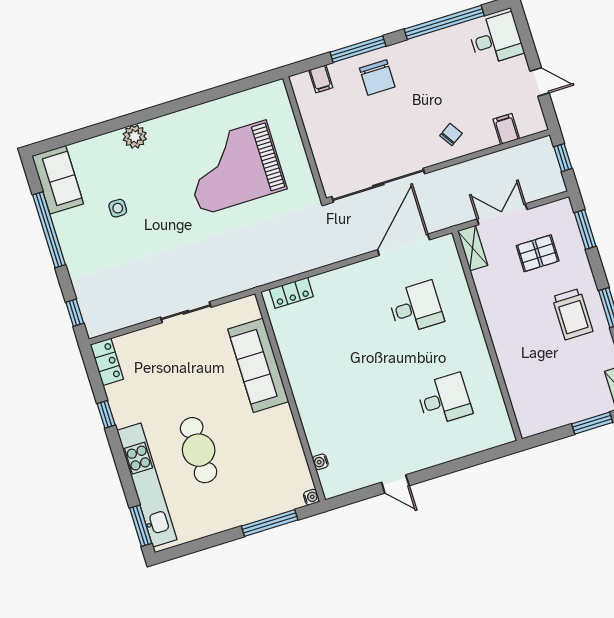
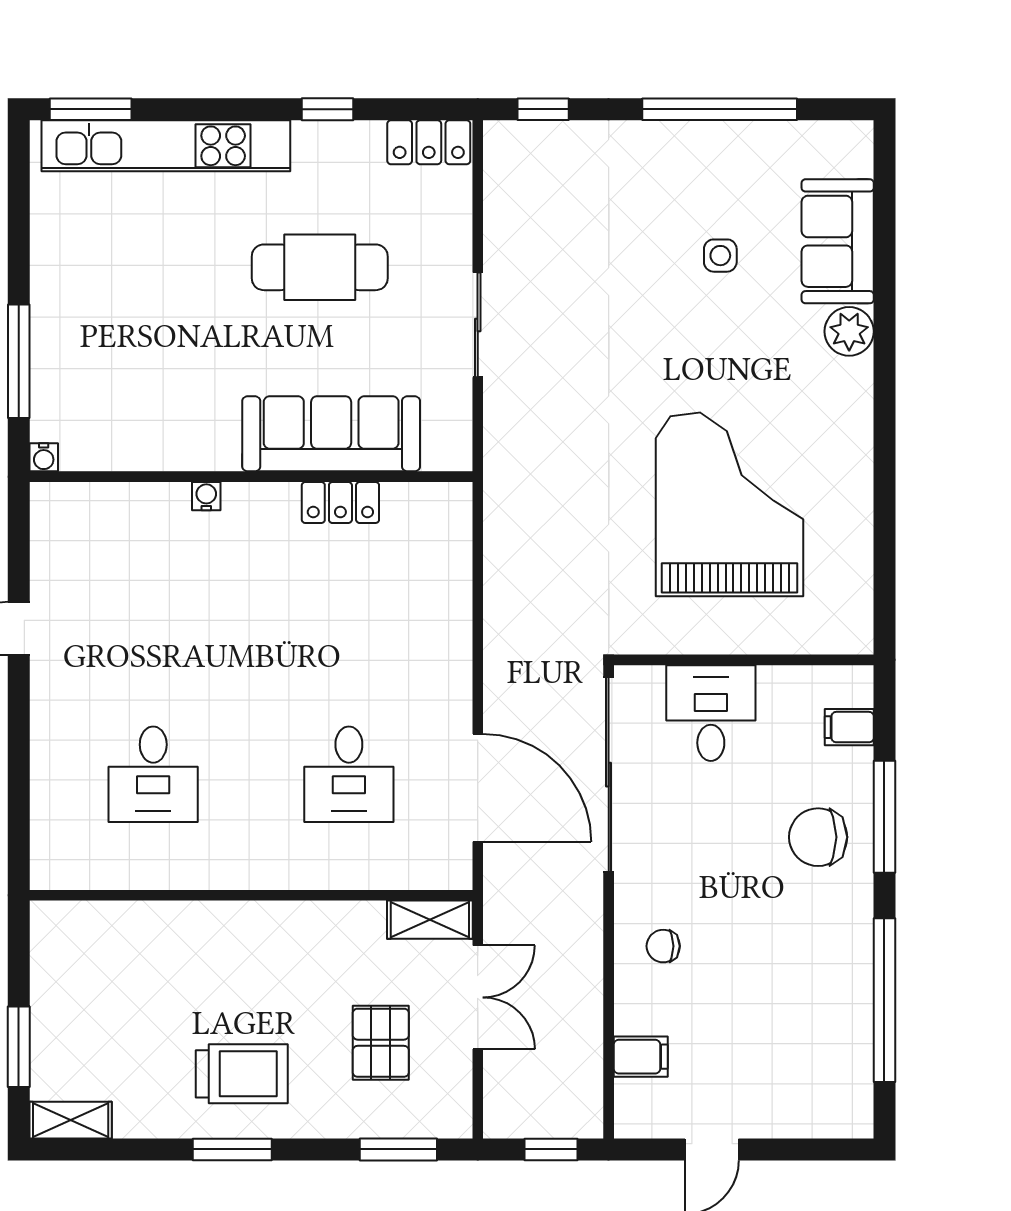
desk: (496, 39) -> (711, 713), moved, turned 180
chair: (451, 134) -> (663, 946), turned 123
sofa: (58, 180) -> (838, 241), moved, turned 90
locker: (291, 293) -> (340, 503), moved, turned -90
trolley: (572, 314) -> (242, 1074), turned 180
cafe table: (199, 450) -> (320, 267), moved
water cooler: (320, 462) -> (206, 496), moved

